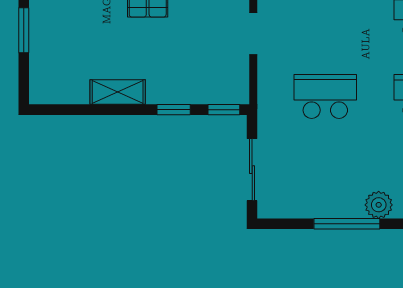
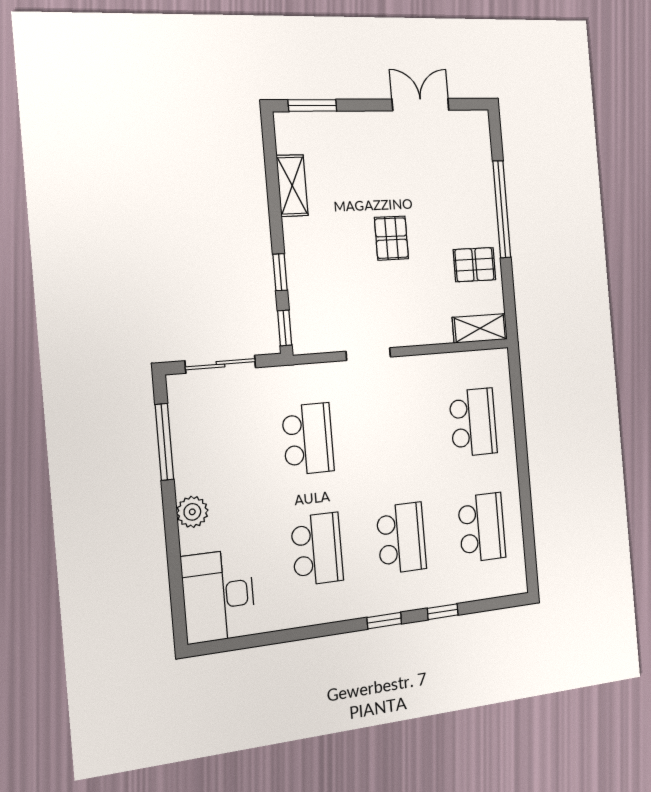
window: (24, 30) -> (312, 106), moved
shelving: (118, 92) -> (292, 186), moved
window: (347, 224) -> (164, 442), moved

